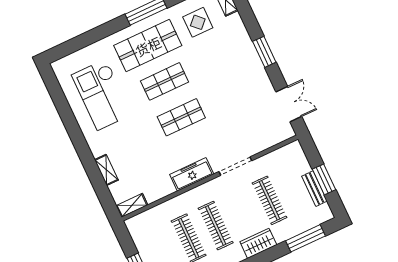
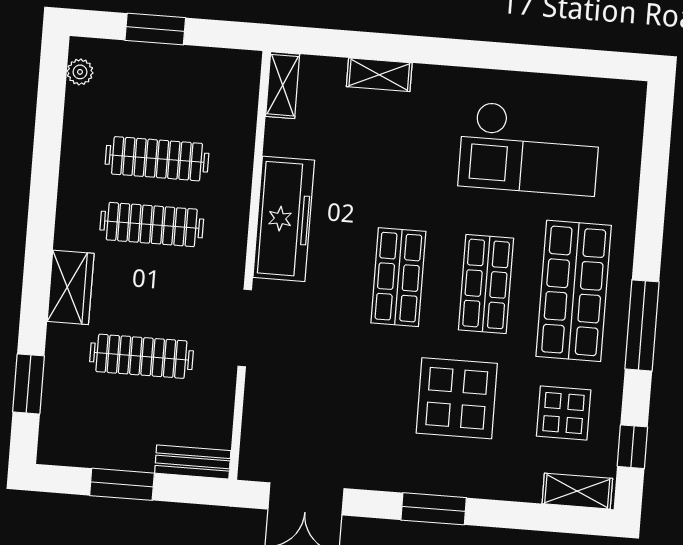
display table: (216, 67) -> (457, 398), added
checkout: (102, 95) -> (529, 149), turned 180
freezer: (192, 174) -> (284, 219), width x1.36, depth x1.26
bench: (314, 189) -> (193, 462), moved
window: (305, 238) -> (28, 384), width x0.69

